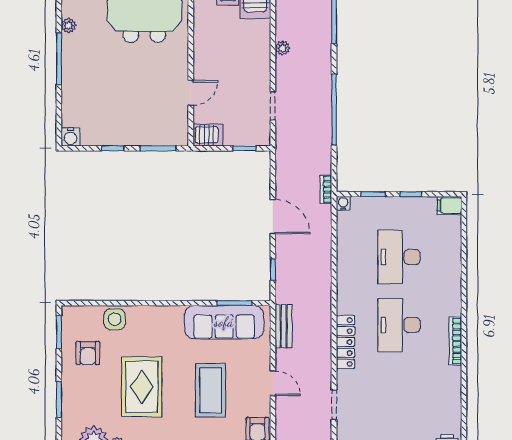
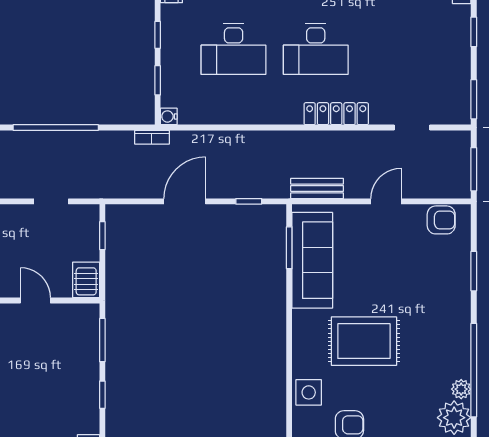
rug: (142, 387) -> (364, 341), moved
coffee table: (211, 390) -> (395, 277), removed

